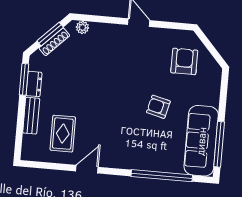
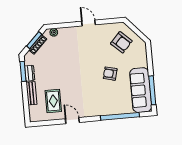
armchair: (184, 61) -> (121, 42), turned 133
door: (87, 169) -> (72, 121), hinge flipped

